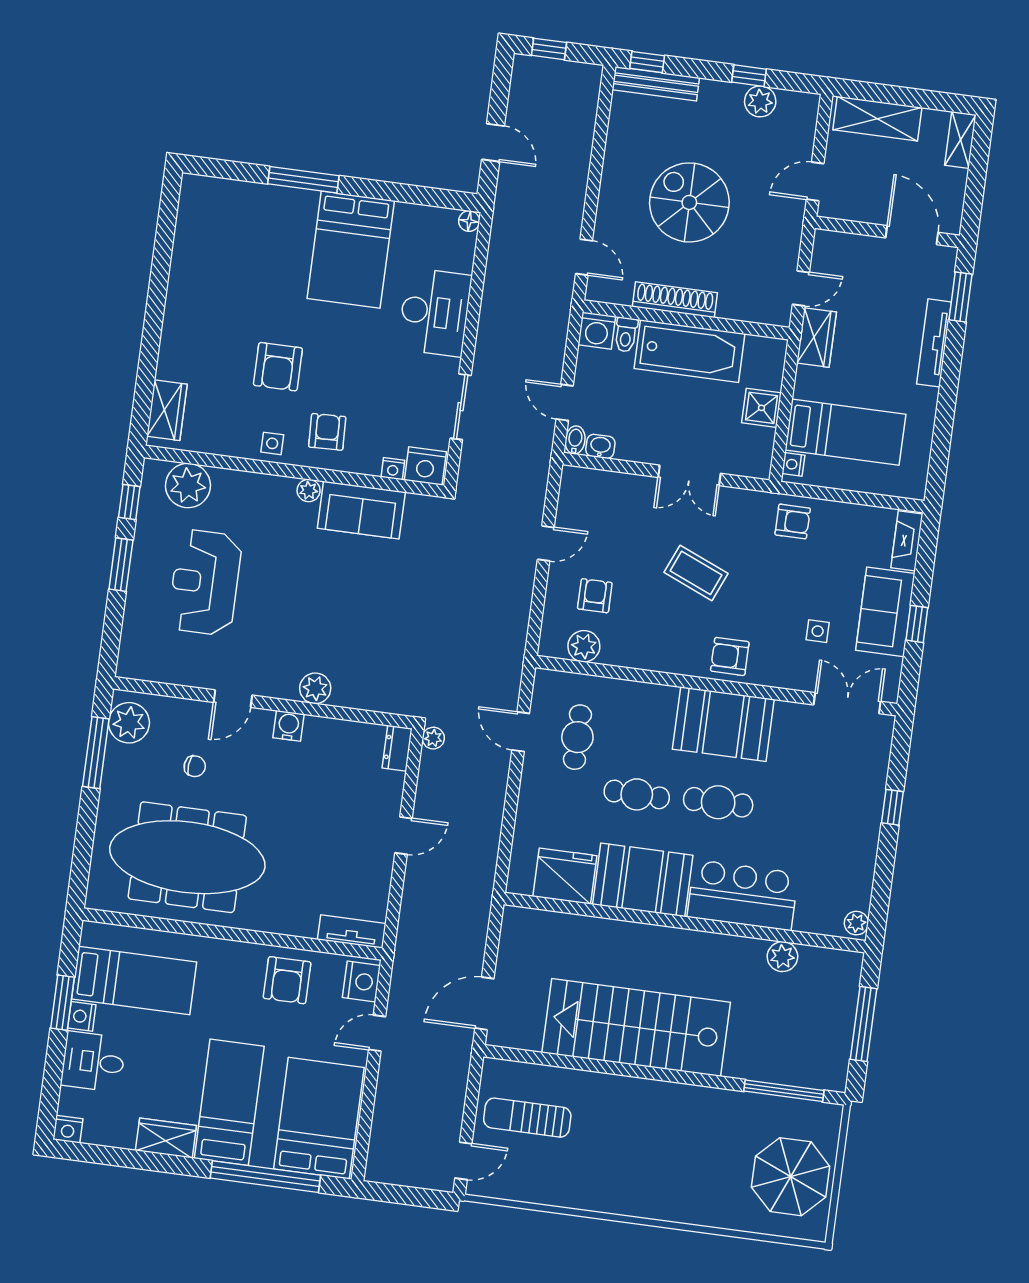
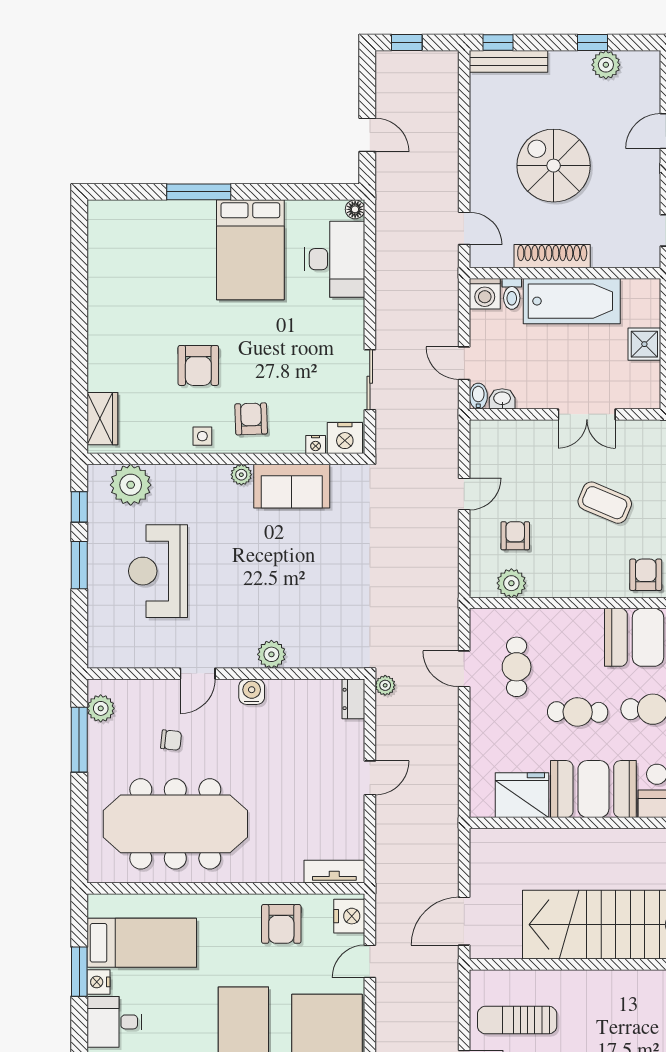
desk: (435, 312) -> (335, 259), moved
armchair: (730, 656) -> (646, 575), turned 90
plant: (129, 723) -> (101, 708), width x0.73, depth x0.73

